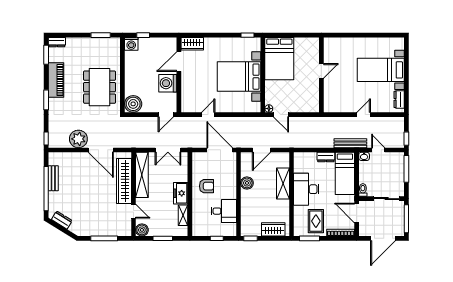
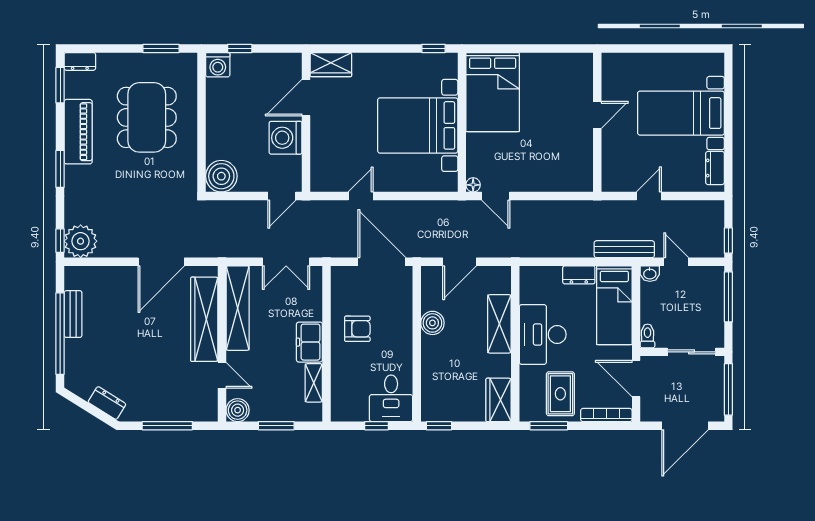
door: (321, 71) -> (597, 115), moved
wall: (321, 75) -> (597, 122), moved
dining table: (100, 87) -> (147, 117), moved
plant: (78, 139) -> (81, 241), moved
door: (101, 150) -> (161, 262), hinge flipped
desk: (224, 211) -> (391, 398), moved, turned 90
dresser: (62, 220) -> (107, 403), moved
wardrobe: (273, 229) -> (498, 400), moved, turned -90

